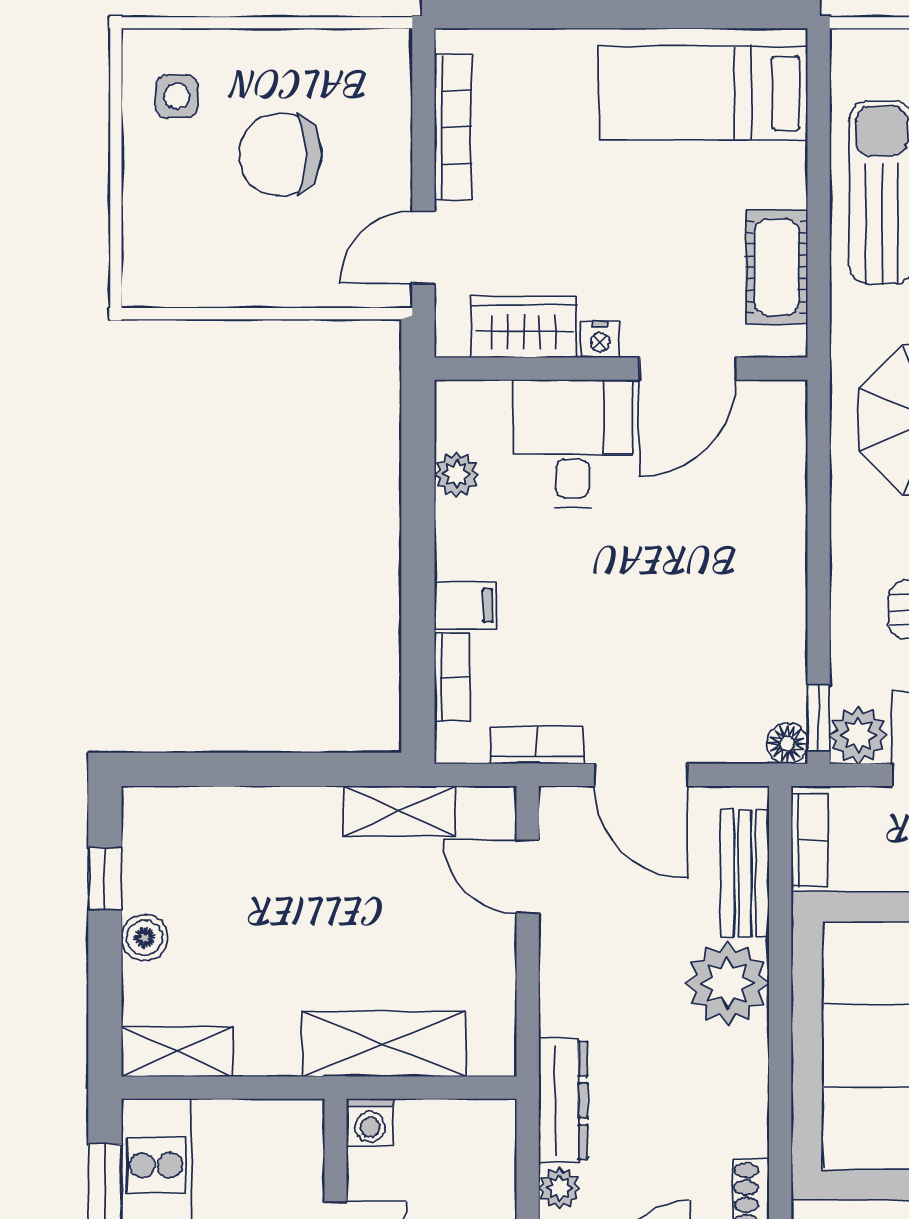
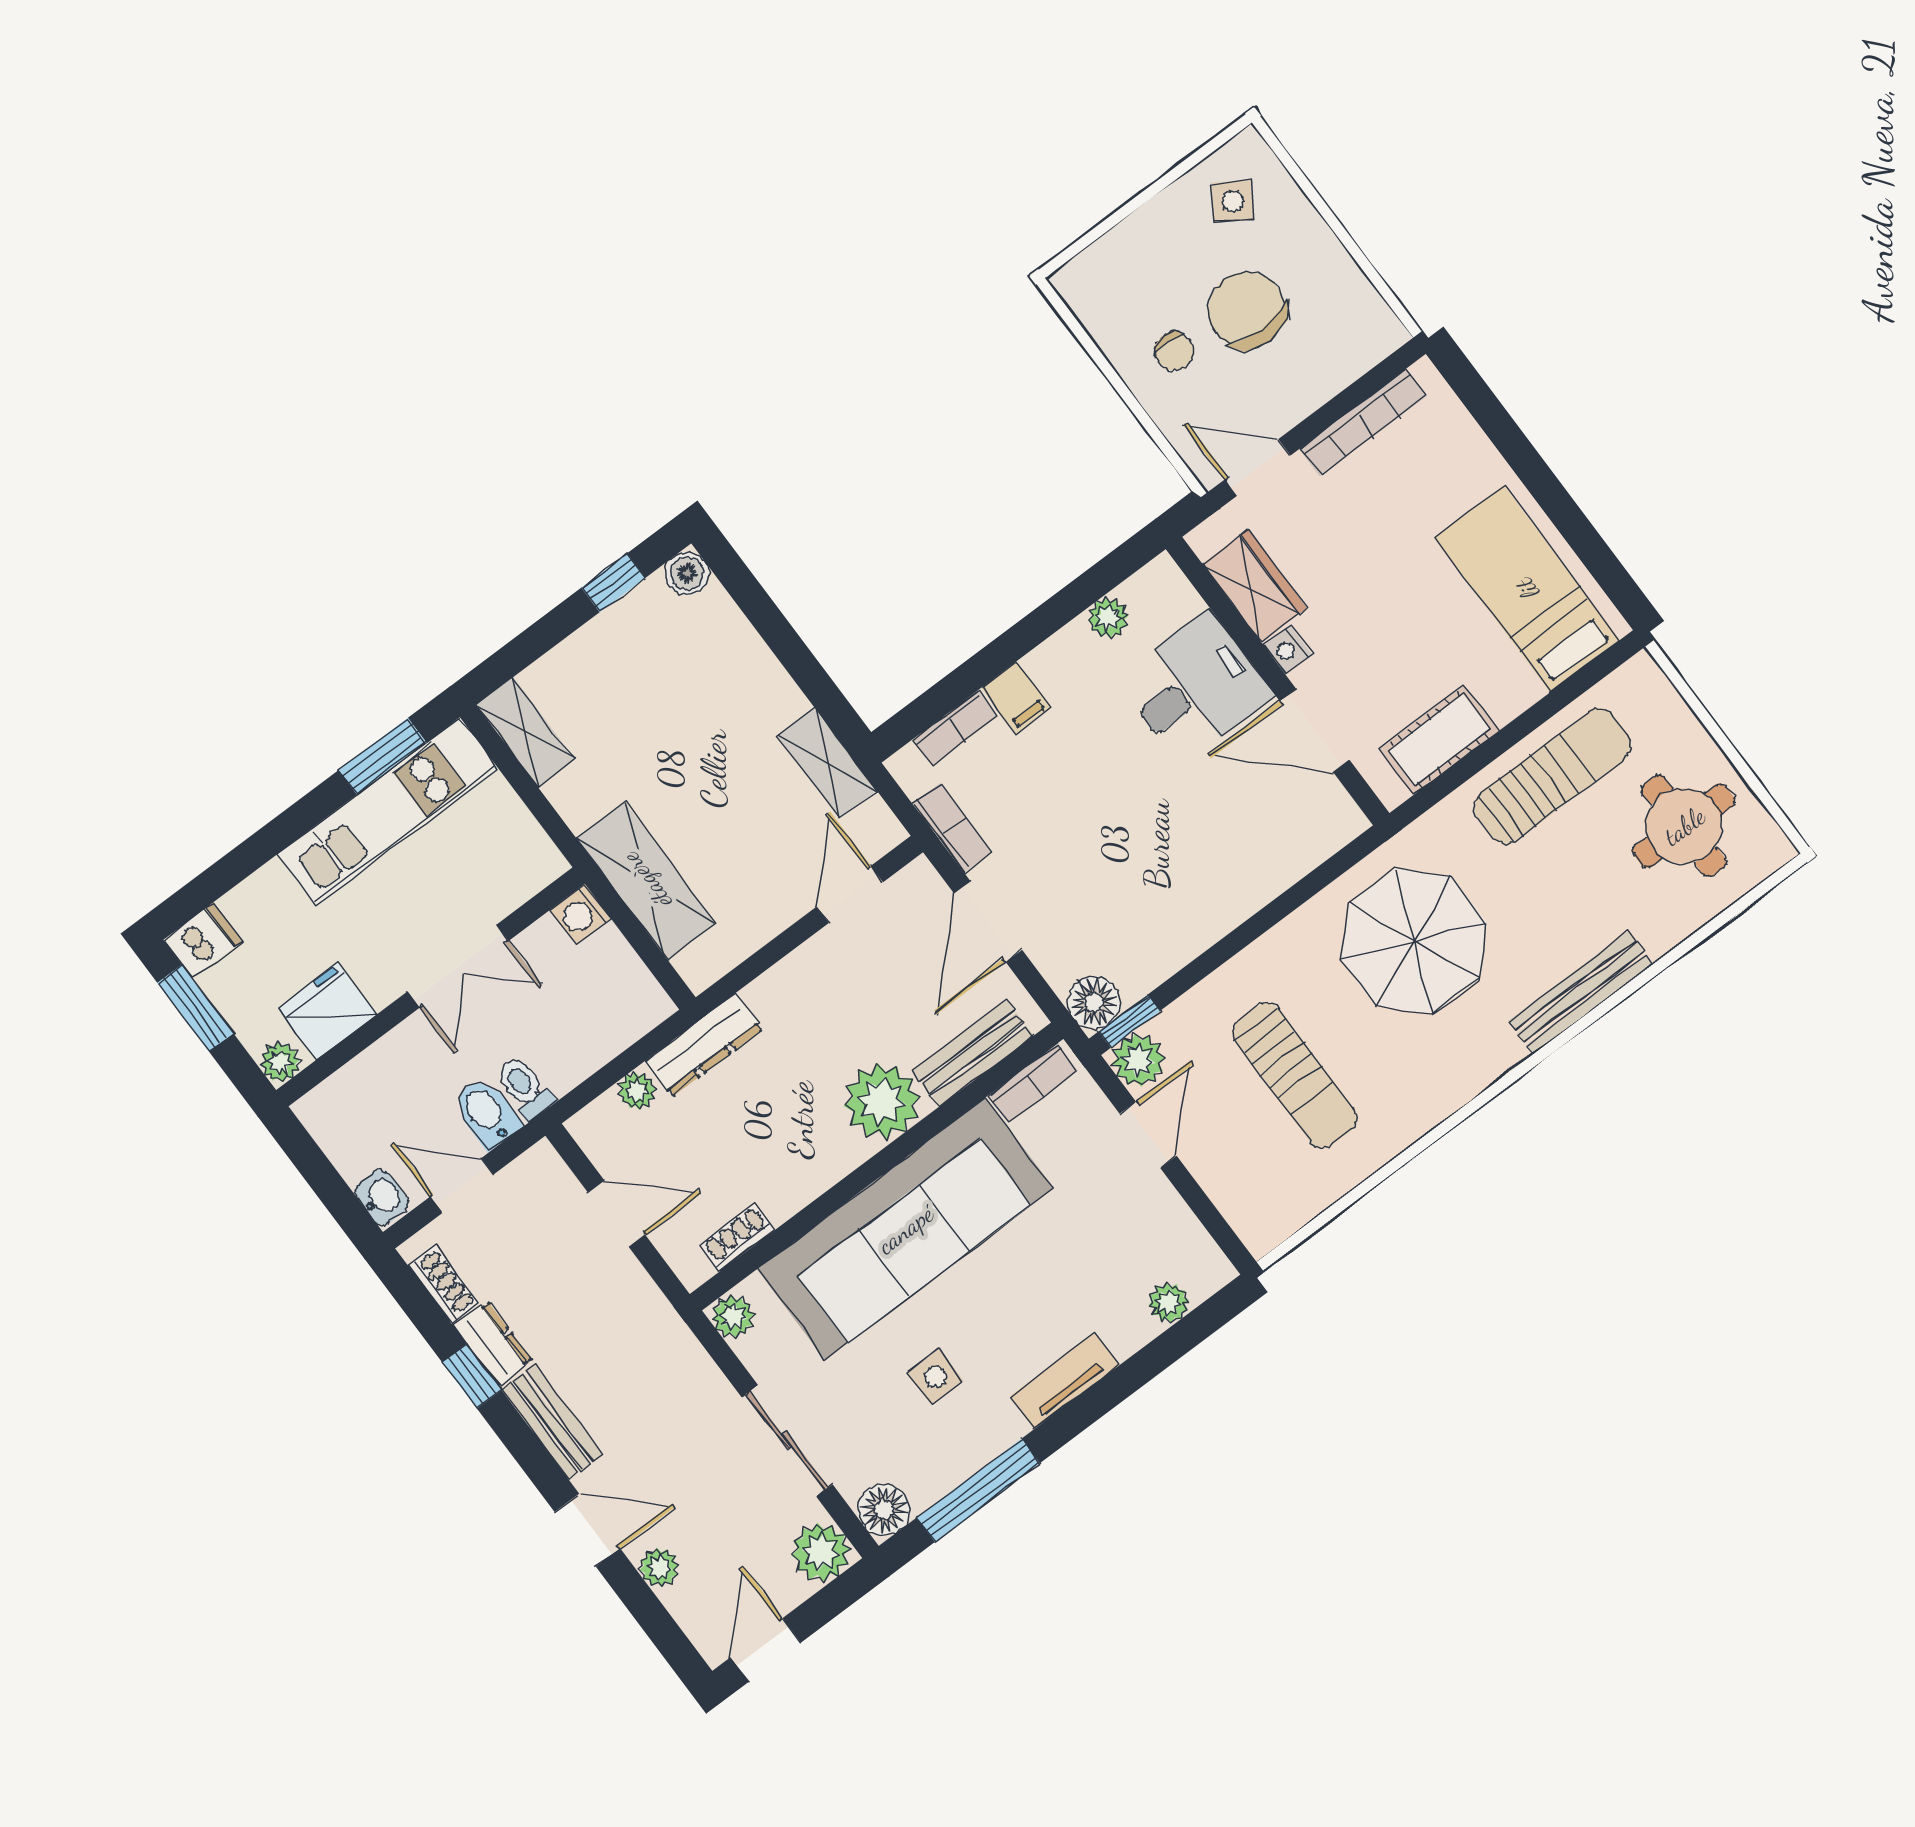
side table: (177, 96) -> (1232, 201), turned 32
chair: (269, 244) -> (1174, 351), added
floor lamp: (787, 743) -> (1094, 1003), width x1.37, depth x1.37
boiler: (145, 938) -> (687, 573), moved

